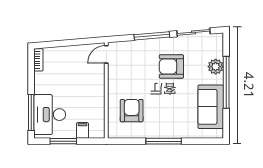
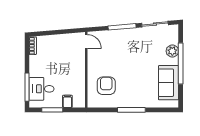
door: (106, 54) -> (86, 41), swing flipped
armchair: (171, 66) -> (137, 51), removed
desk: (50, 115) -> (42, 89), width x0.73

